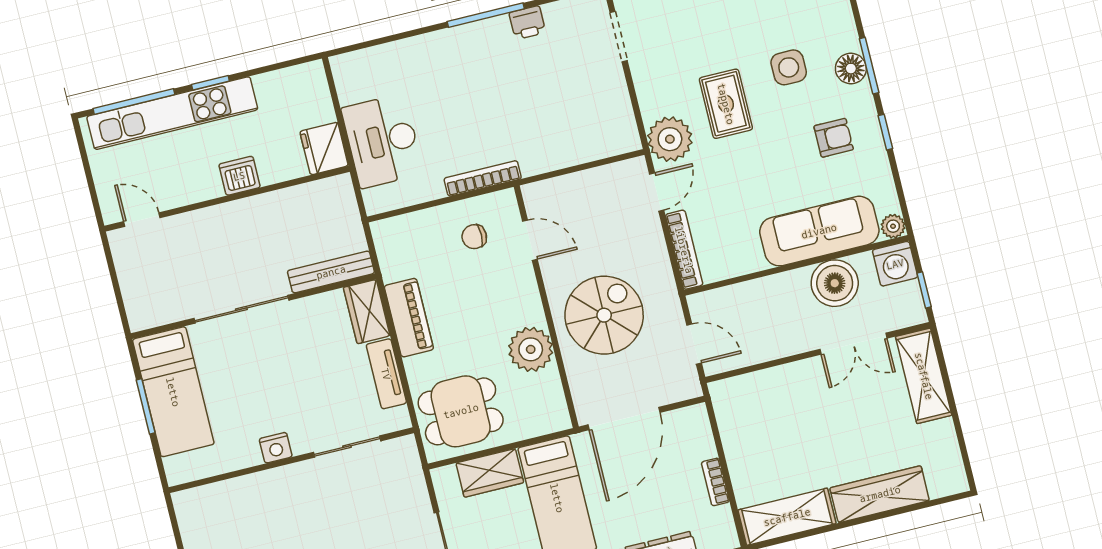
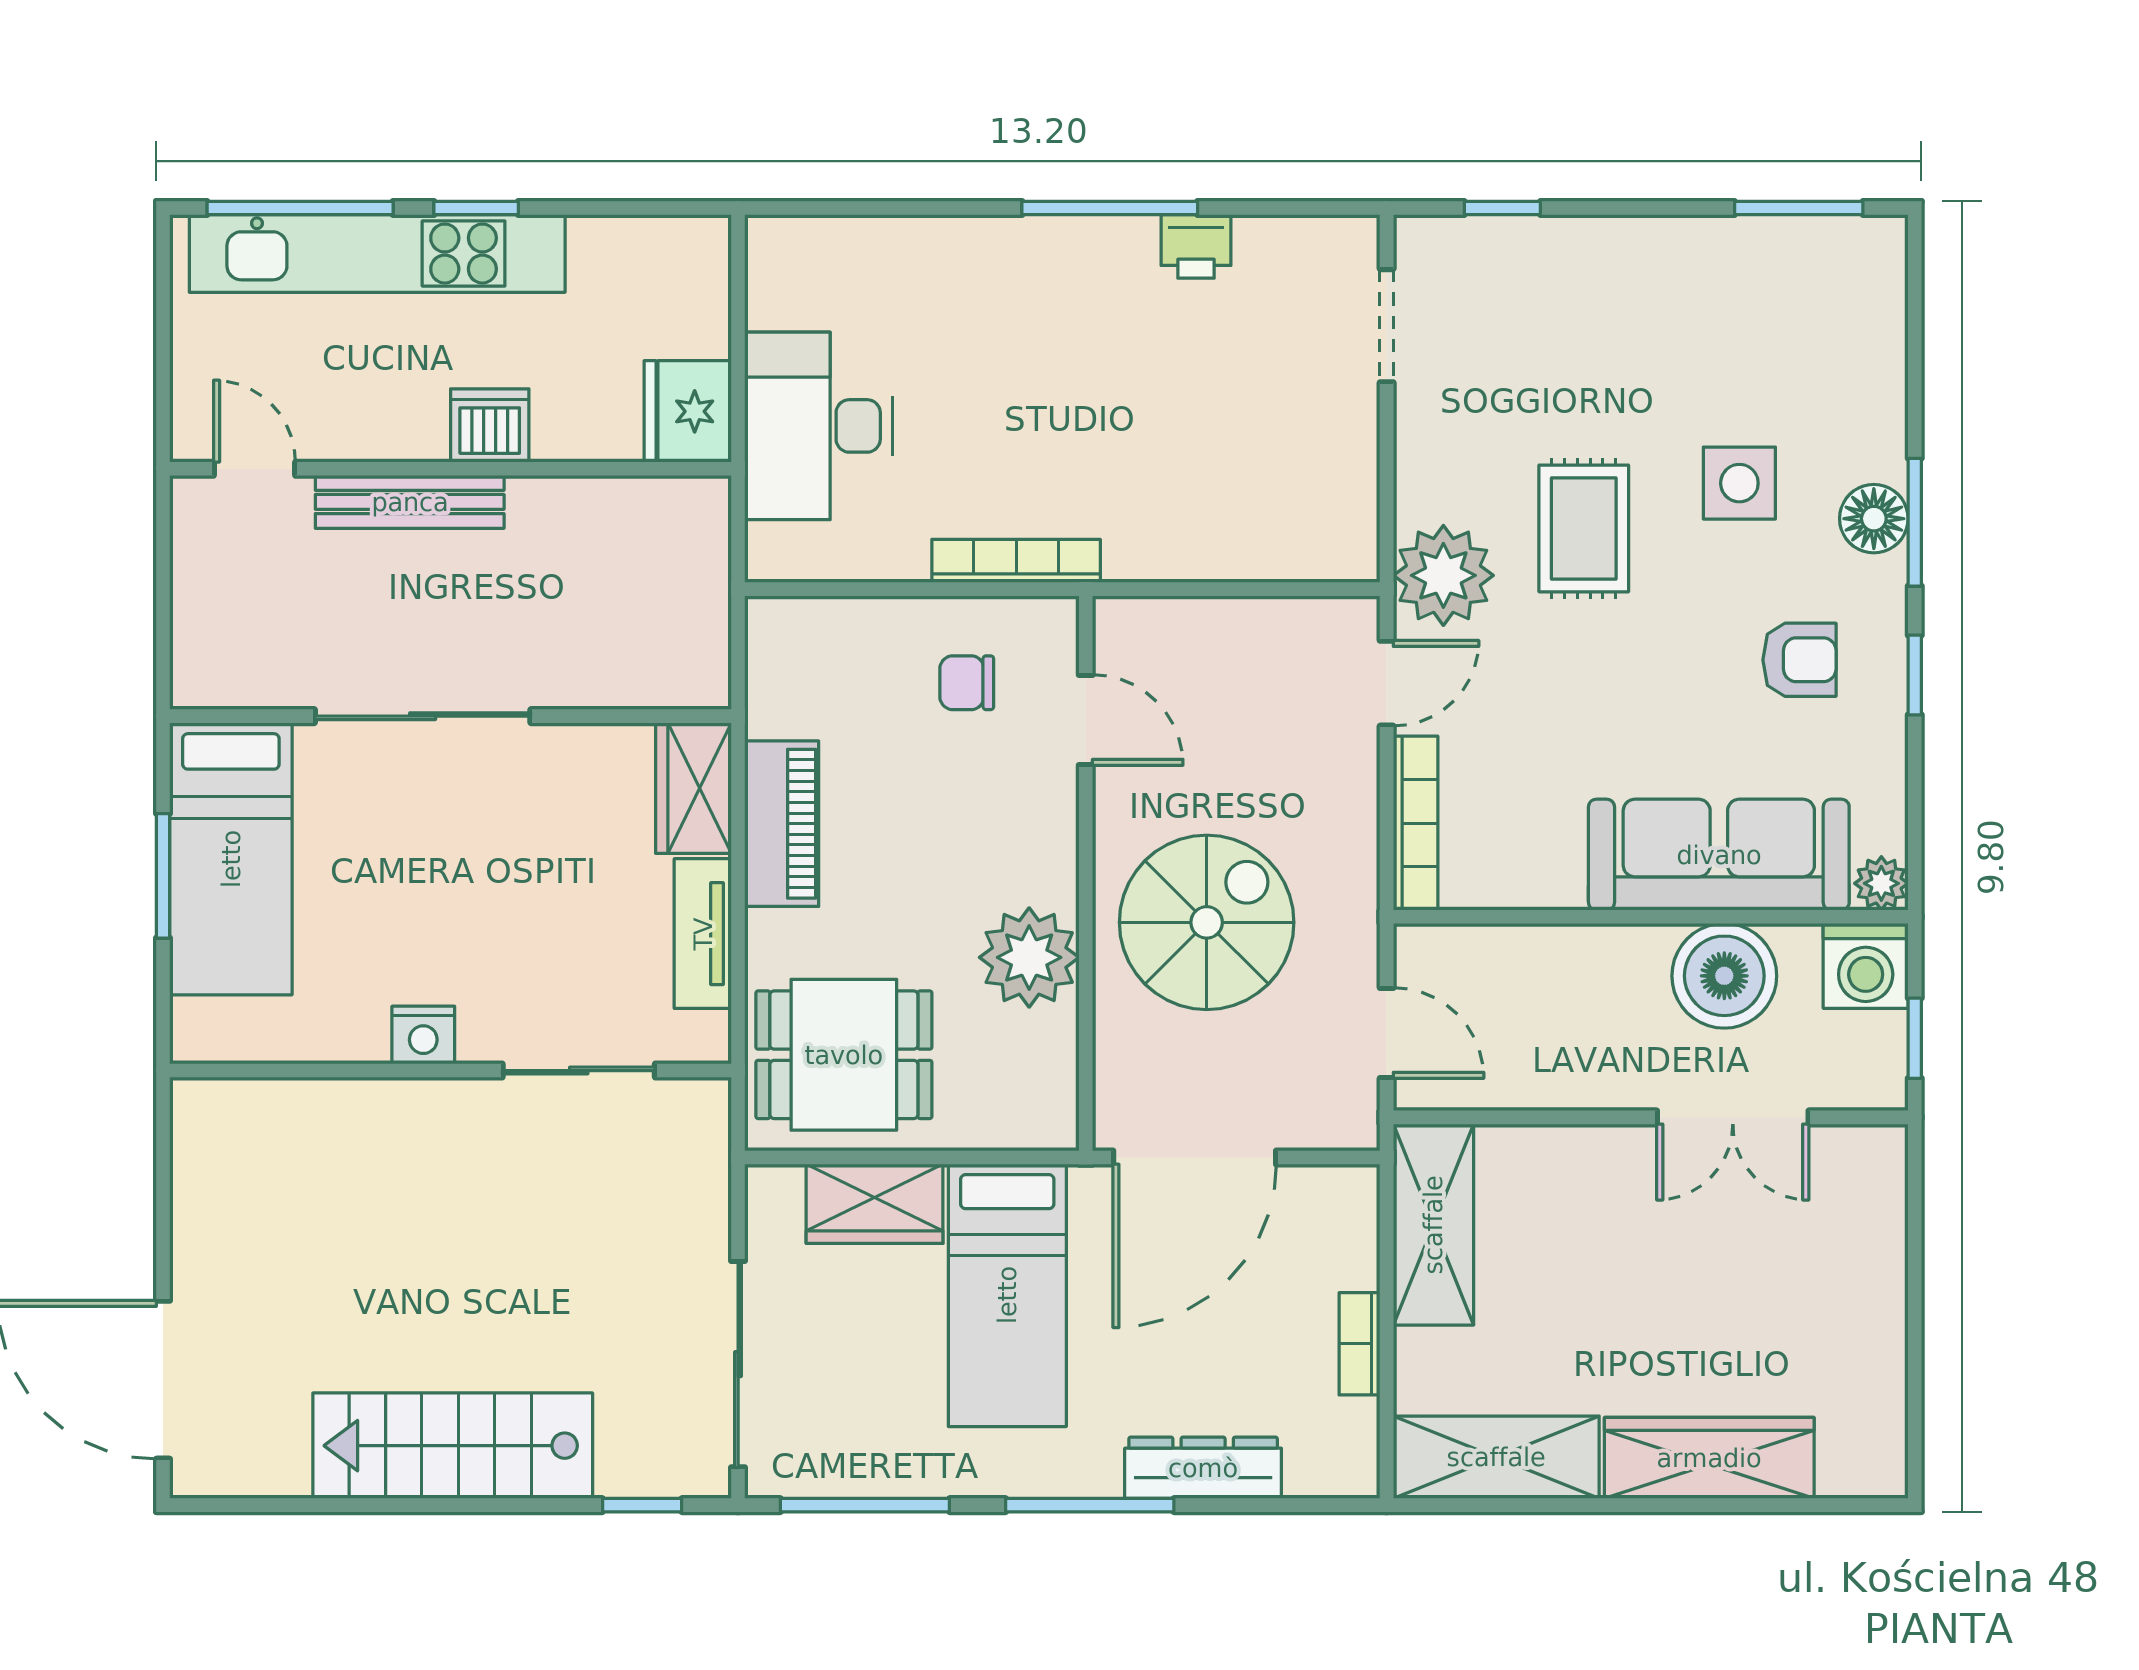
bench: (331, 272) -> (410, 502), moved
shelving: (924, 376) -> (1433, 1225), moved

